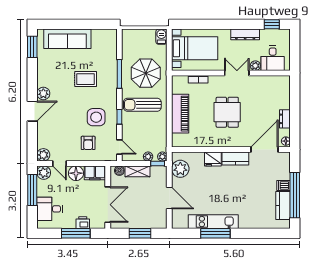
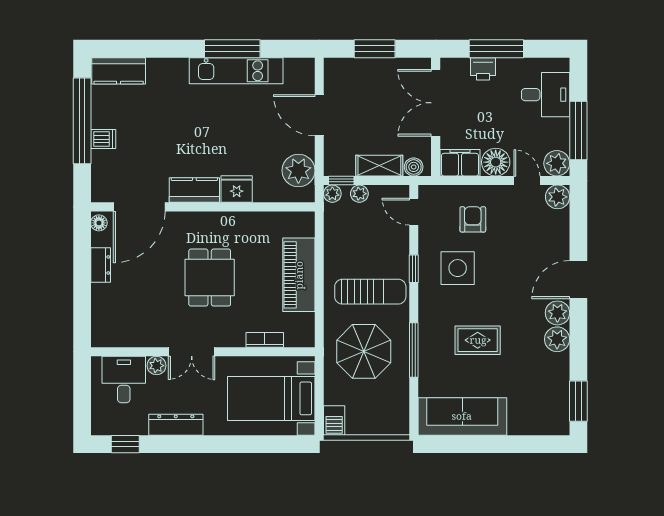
sofa: (67, 39) -> (462, 416), moved
plant: (44, 80) -> (557, 339), added
kitchen counter: (283, 206) -> (119, 71), moved, turned 90

